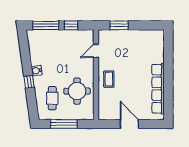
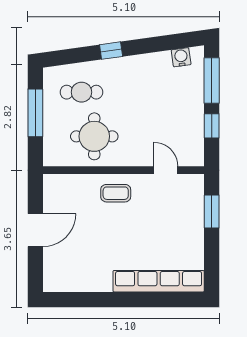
water cooler: (37, 71) -> (181, 57), moved
row of seats: (158, 89) -> (159, 281), moved

